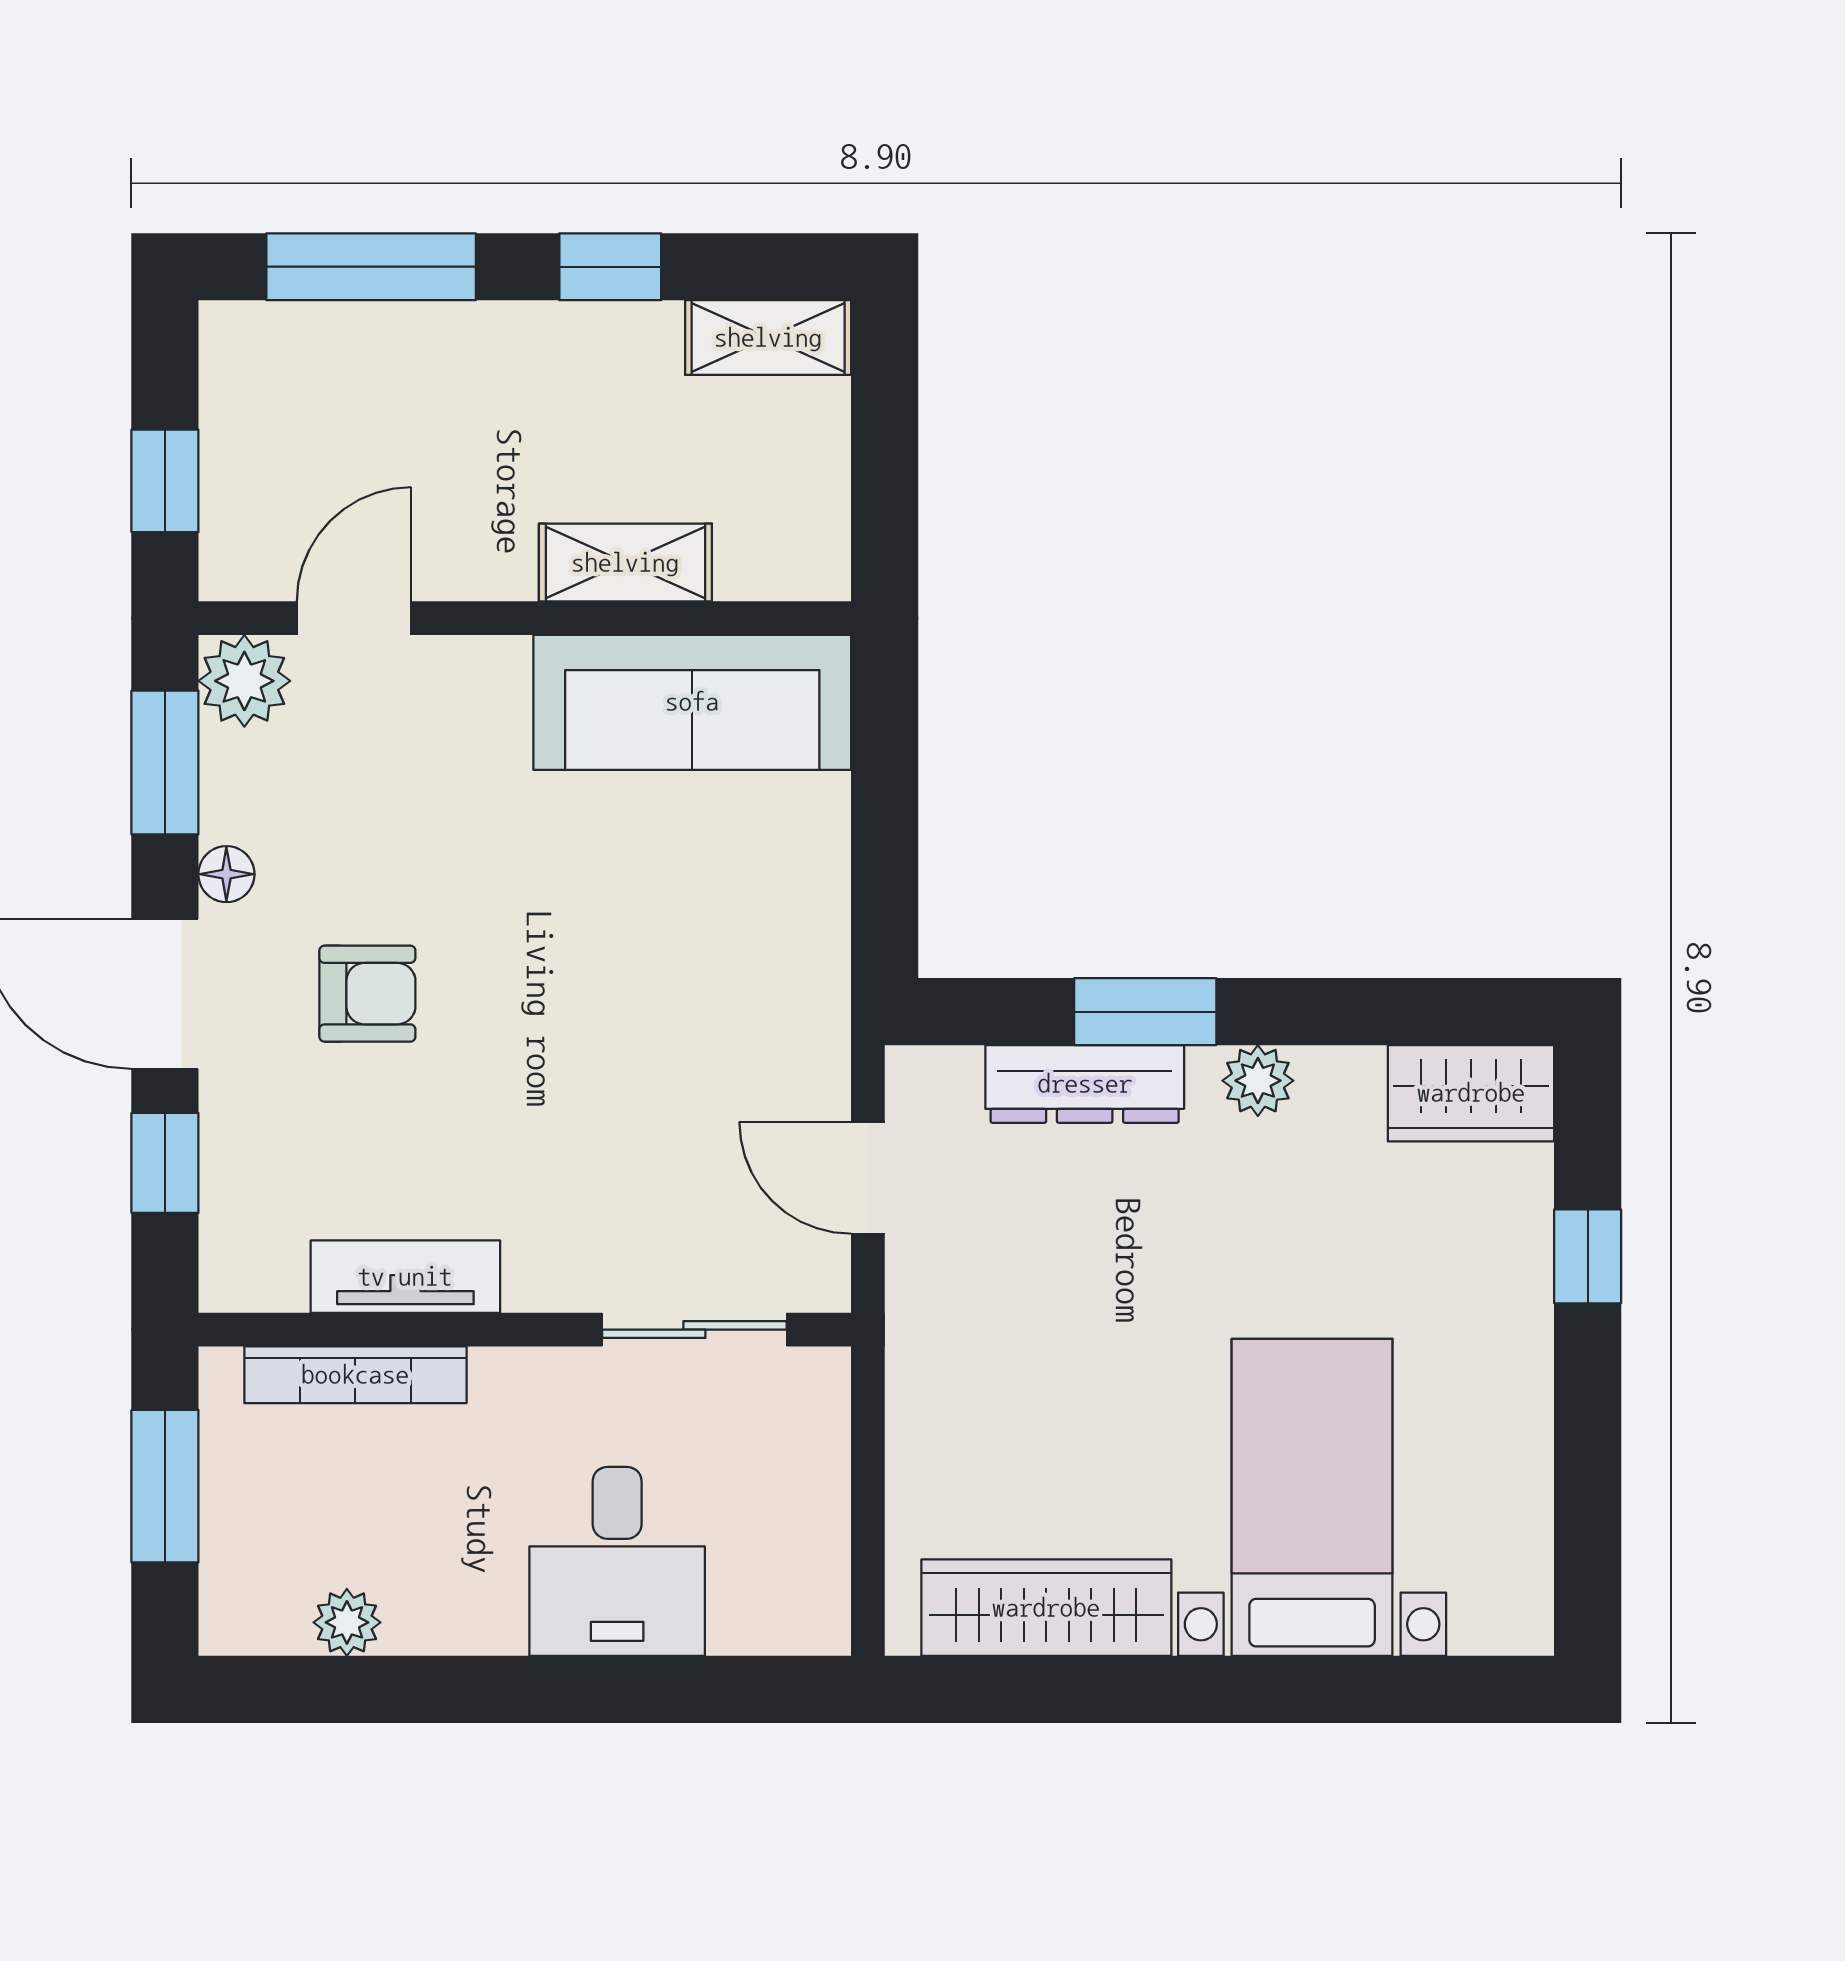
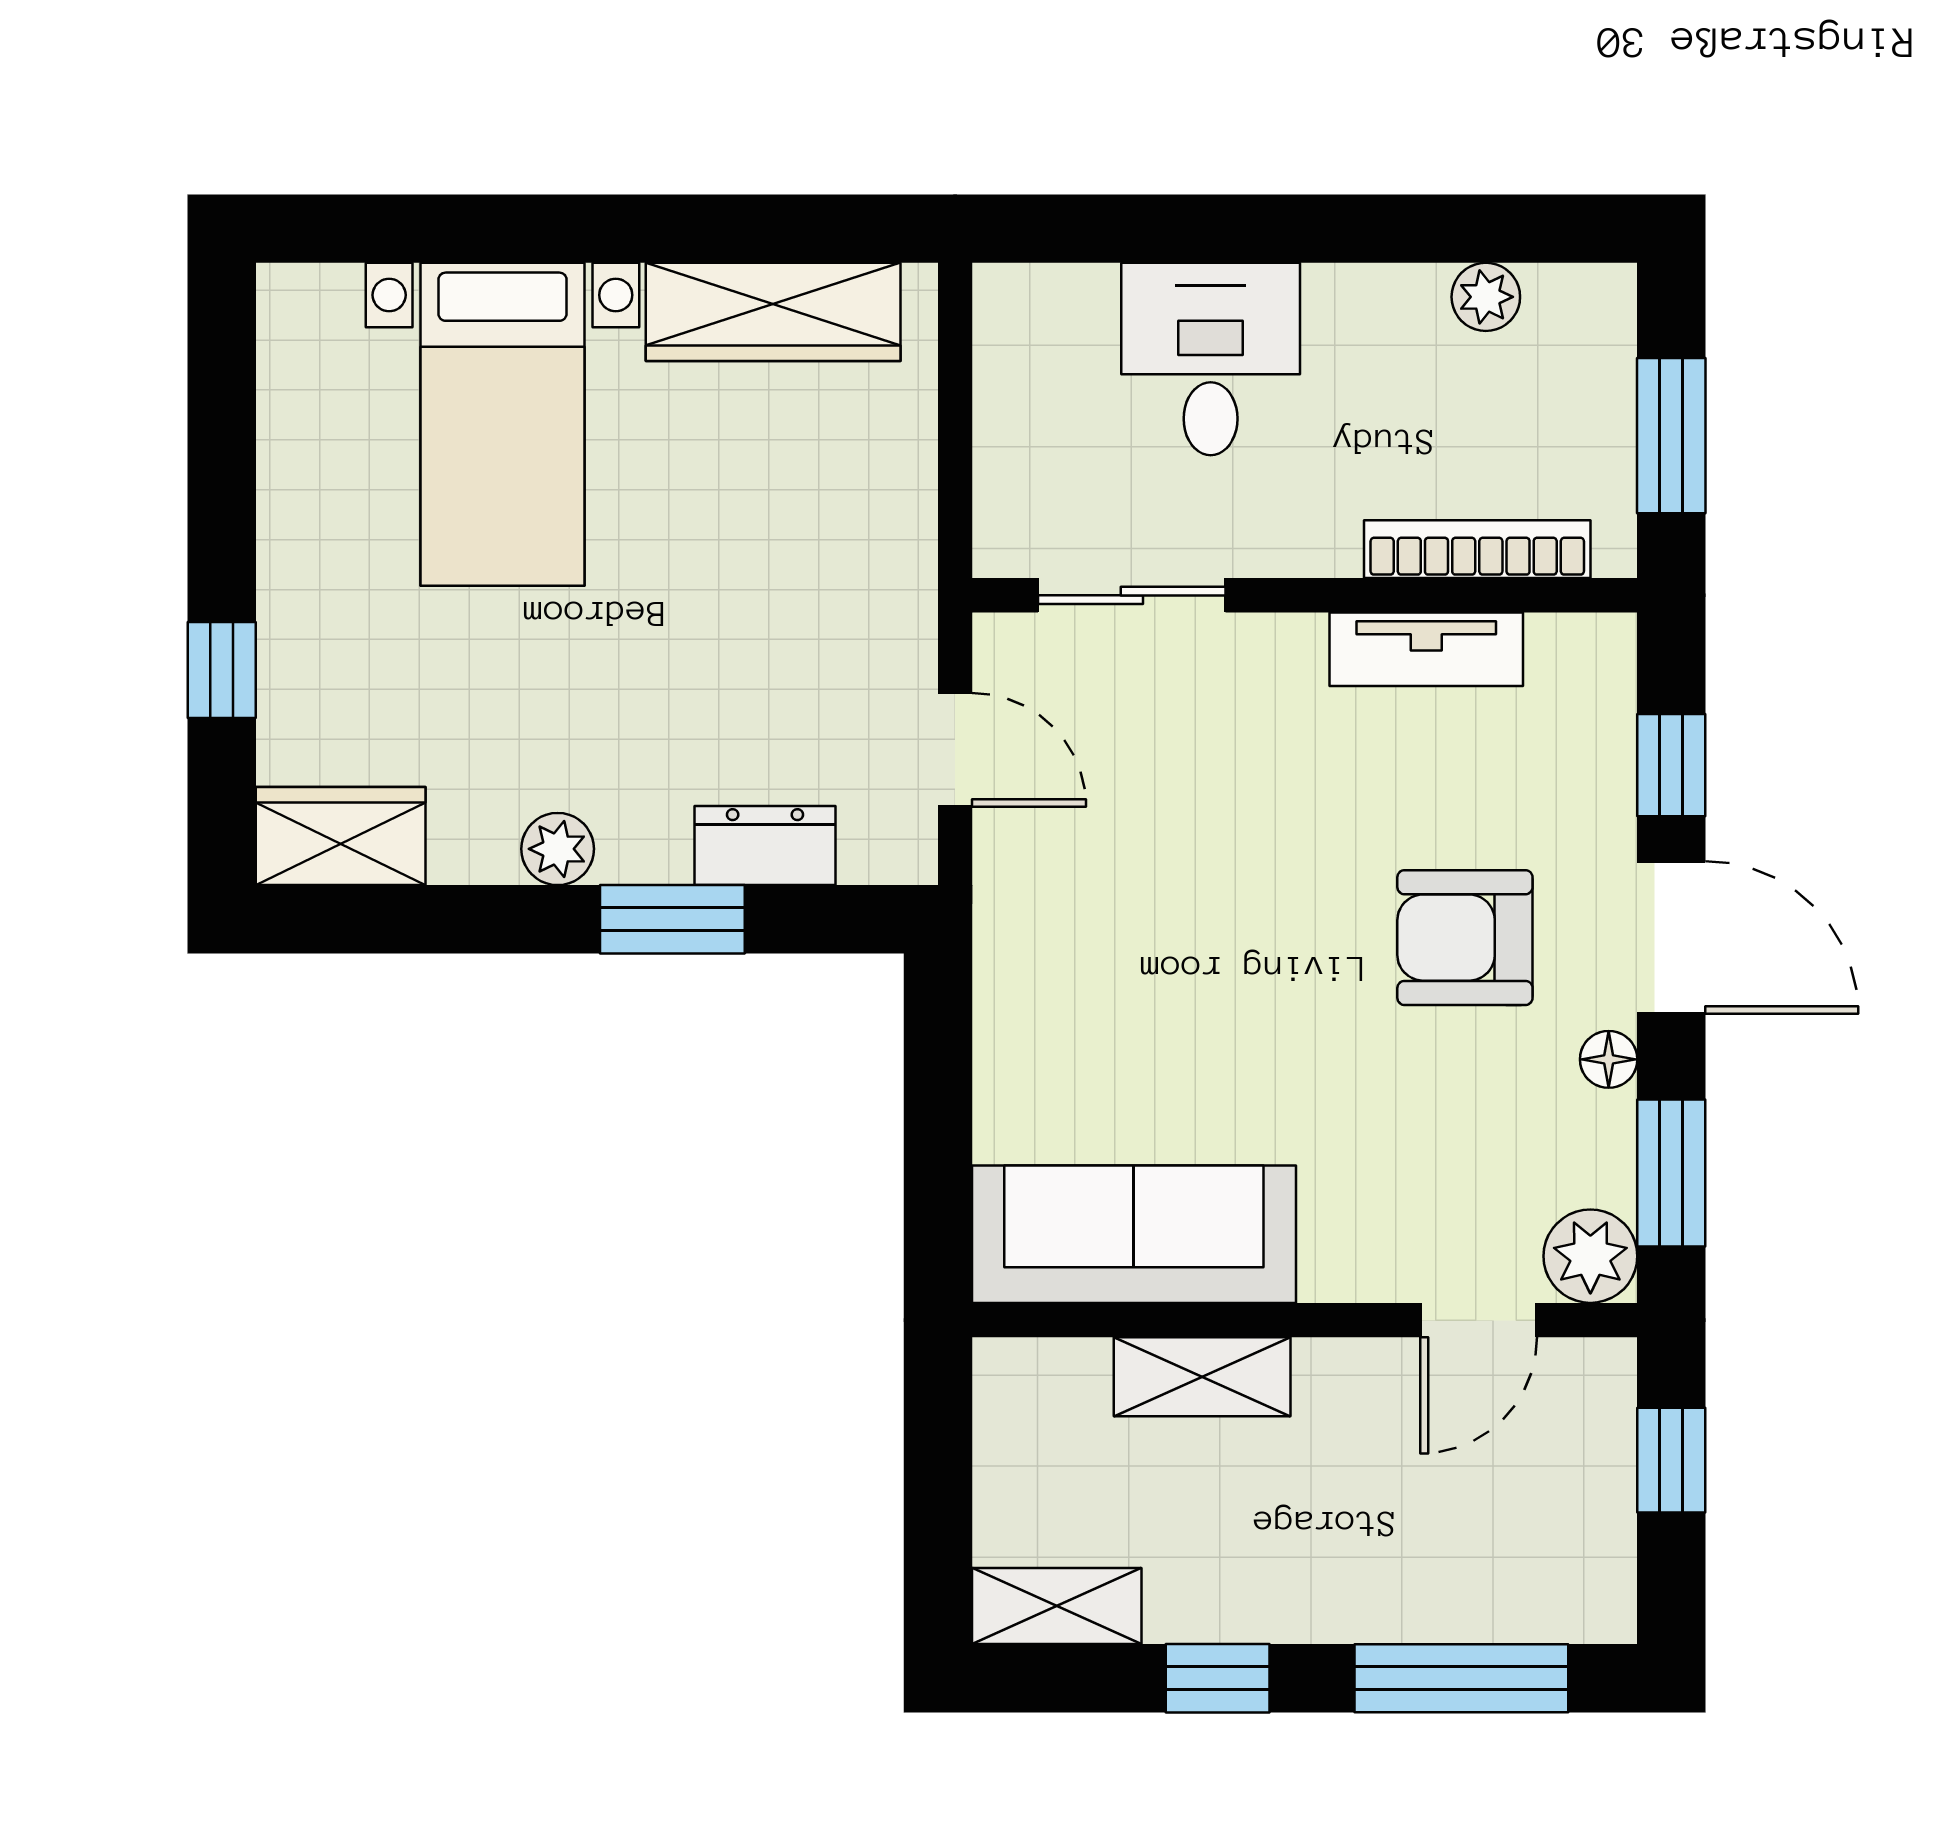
armchair: (367, 994) -> (1465, 938), width x1.38, depth x1.38
dresser: (1085, 1084) -> (765, 846), width x0.70

